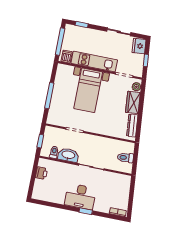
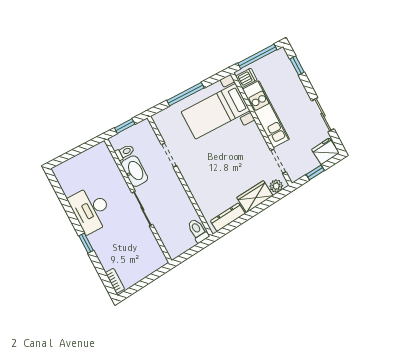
bed with nightstands: (88, 90) -> (216, 111), moved
toilet: (125, 158) -> (198, 231), moved
printer: (41, 173) -> (89, 157), removed
desk: (80, 197) -> (91, 209), moved

